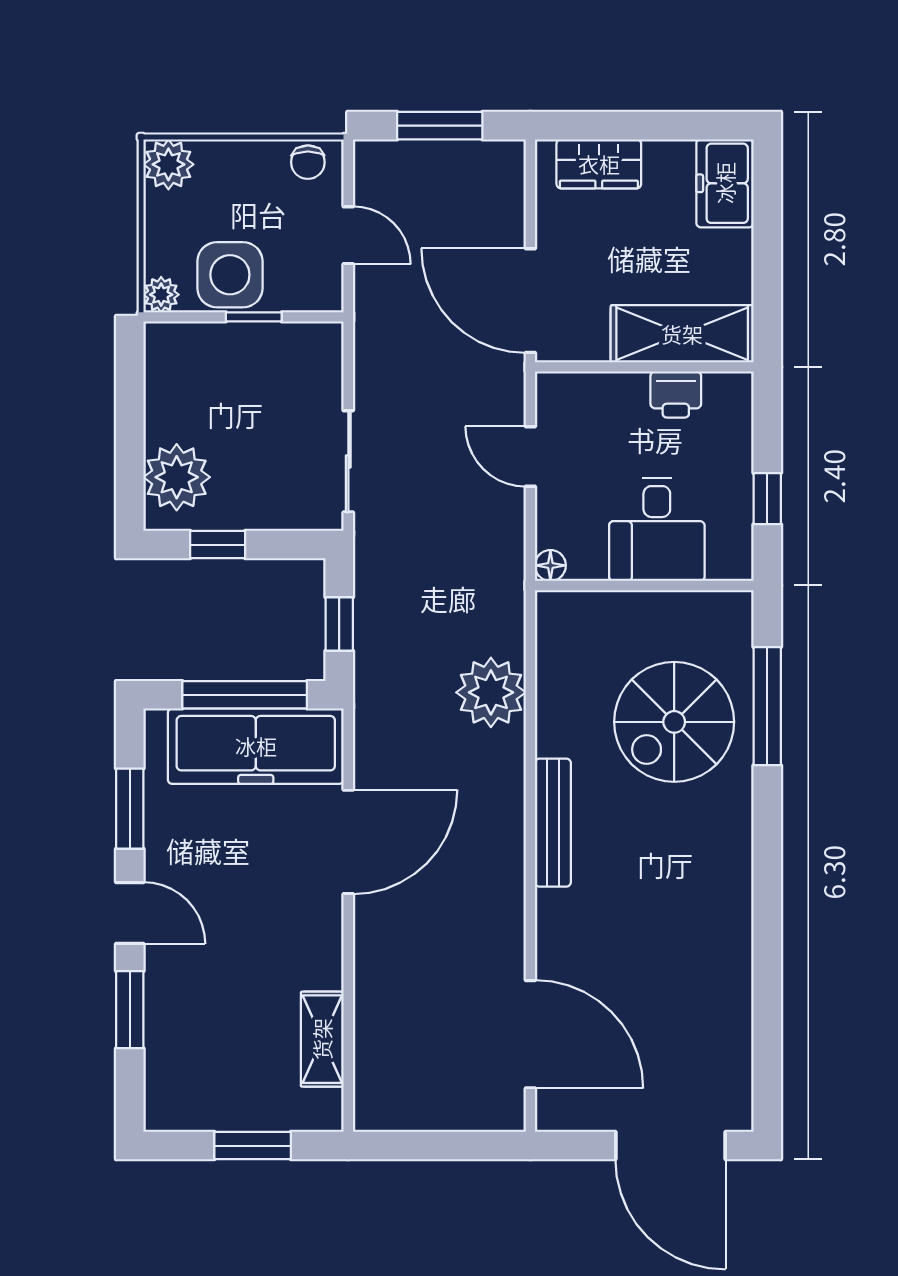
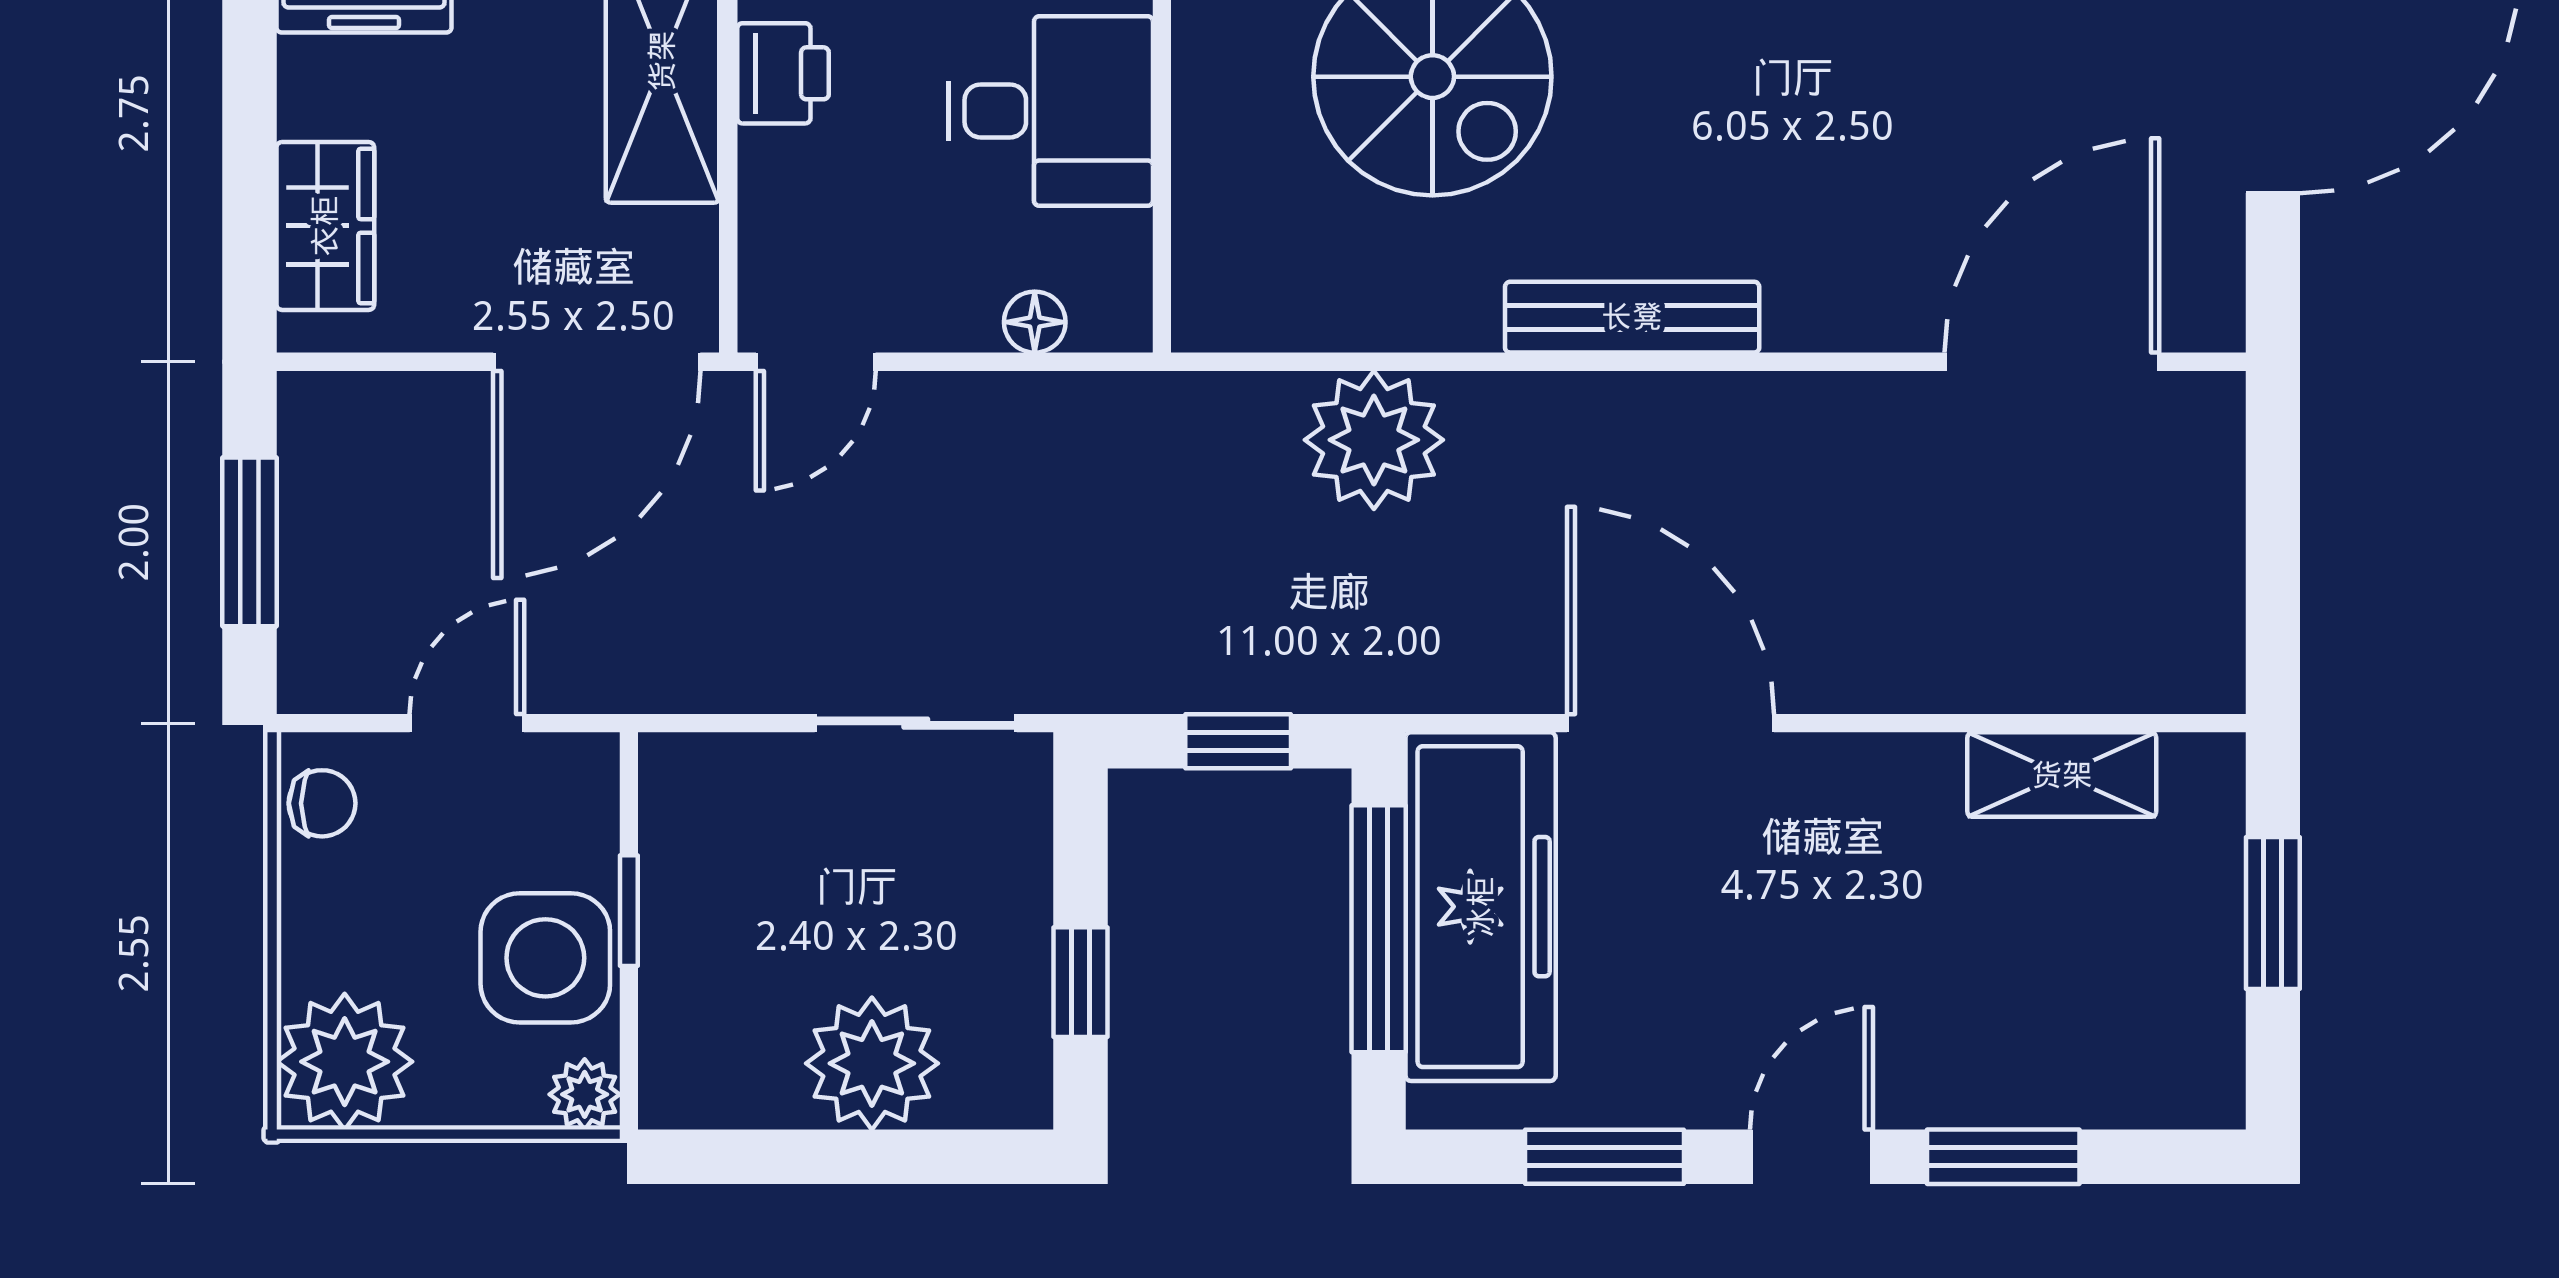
plant: (168, 164) -> (345, 1062), width x1.36, depth x1.36
door: (530, 456) -> (816, 362), moved
plant: (177, 477) -> (872, 1063), moved
floor lamp: (550, 565) -> (1035, 322), moved

